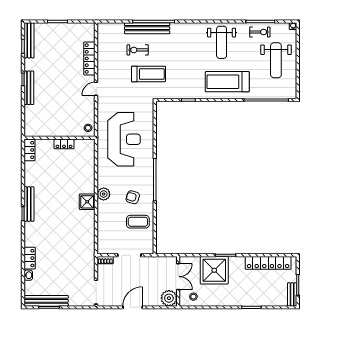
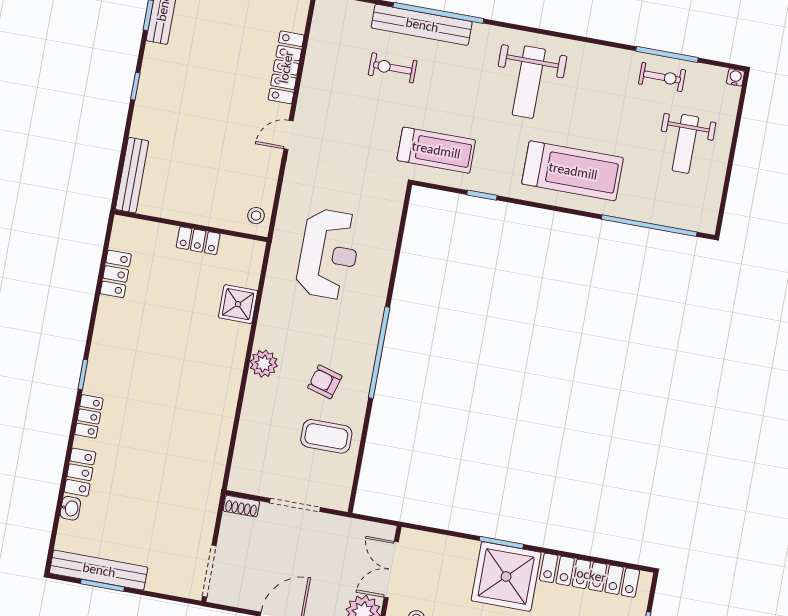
weight bench: (222, 42) -> (529, 82), moved
weight bench: (276, 60) -> (685, 144), width x0.73, depth x0.75
treadmill: (148, 74) -> (436, 150), moved
treadmill: (227, 82) -> (573, 171), turned 180
bench: (29, 88) -> (132, 175), moved
reception desk: (124, 139) -> (329, 254), width x0.74, depth x0.77
locker: (30, 150) -> (116, 274), moved
shower: (87, 202) -> (238, 304), moved
bench: (29, 204) -> (100, 356), removed
locker: (29, 232) -> (89, 416), added
shower: (214, 270) -> (506, 577), moved
double door: (178, 277) -> (391, 570), swing flipped

